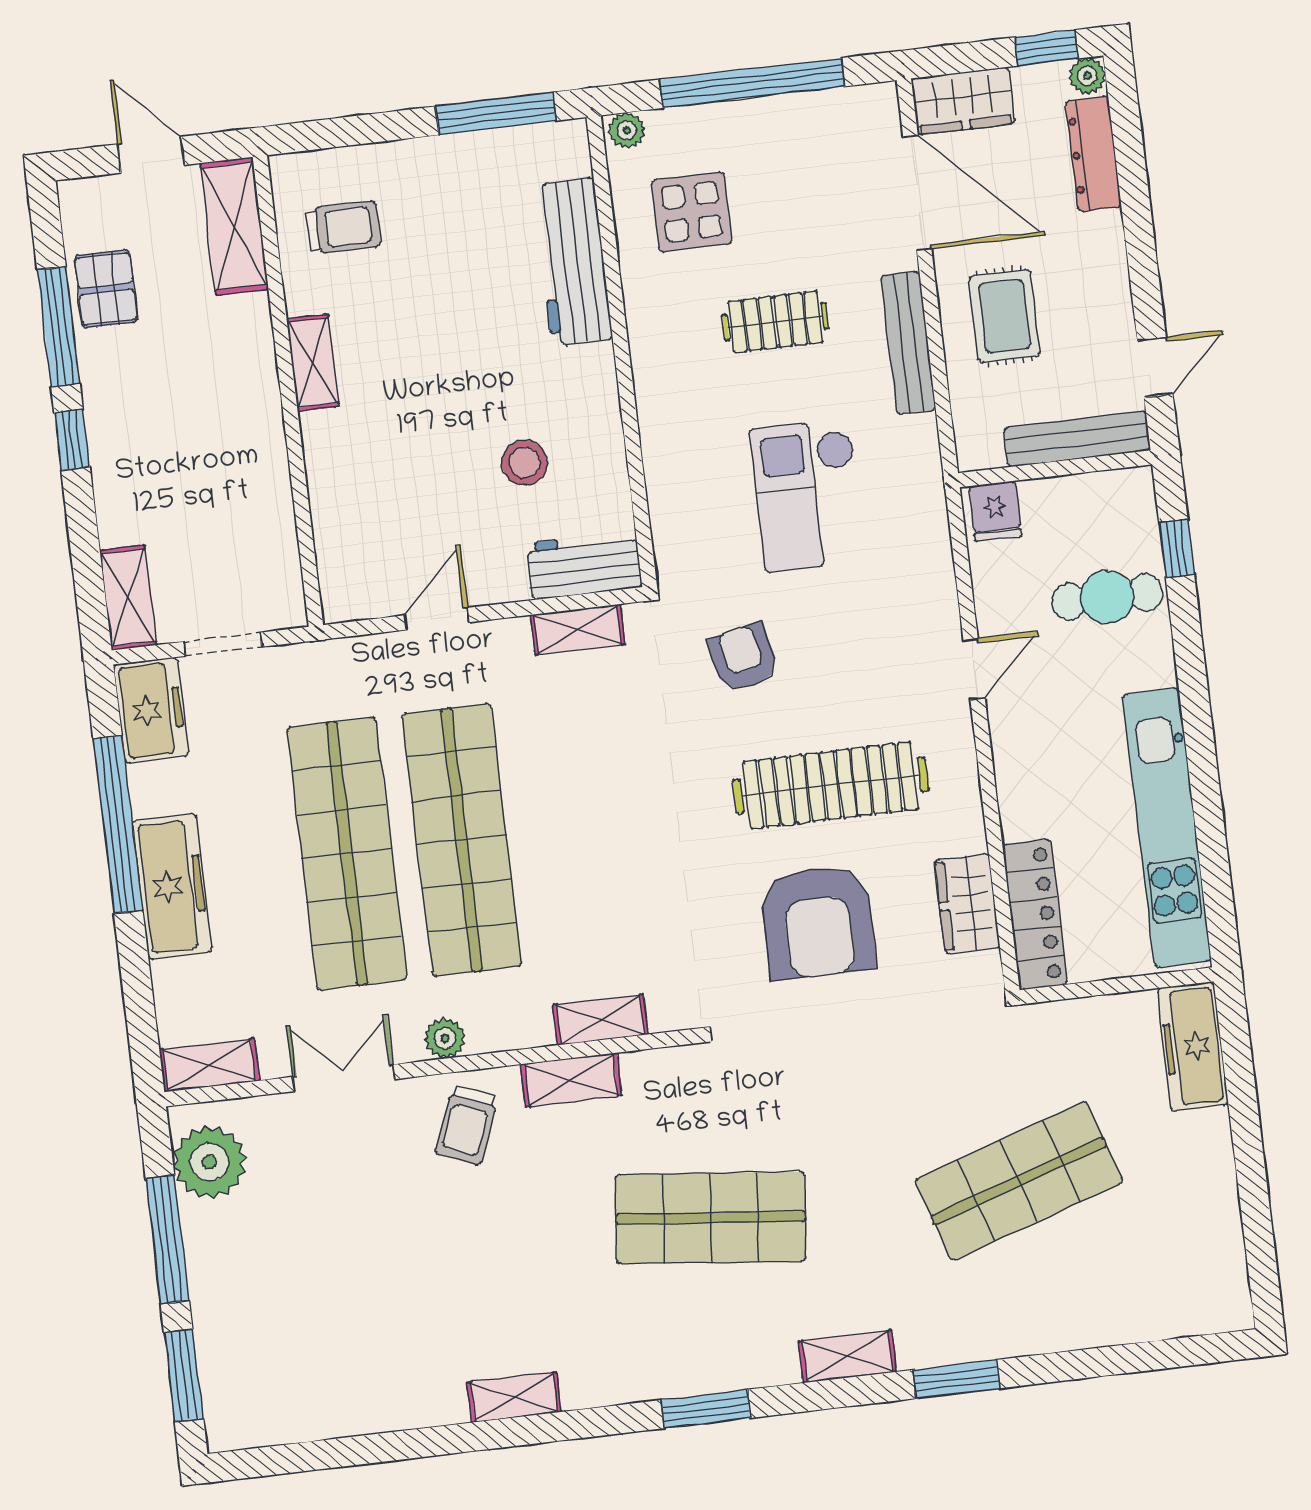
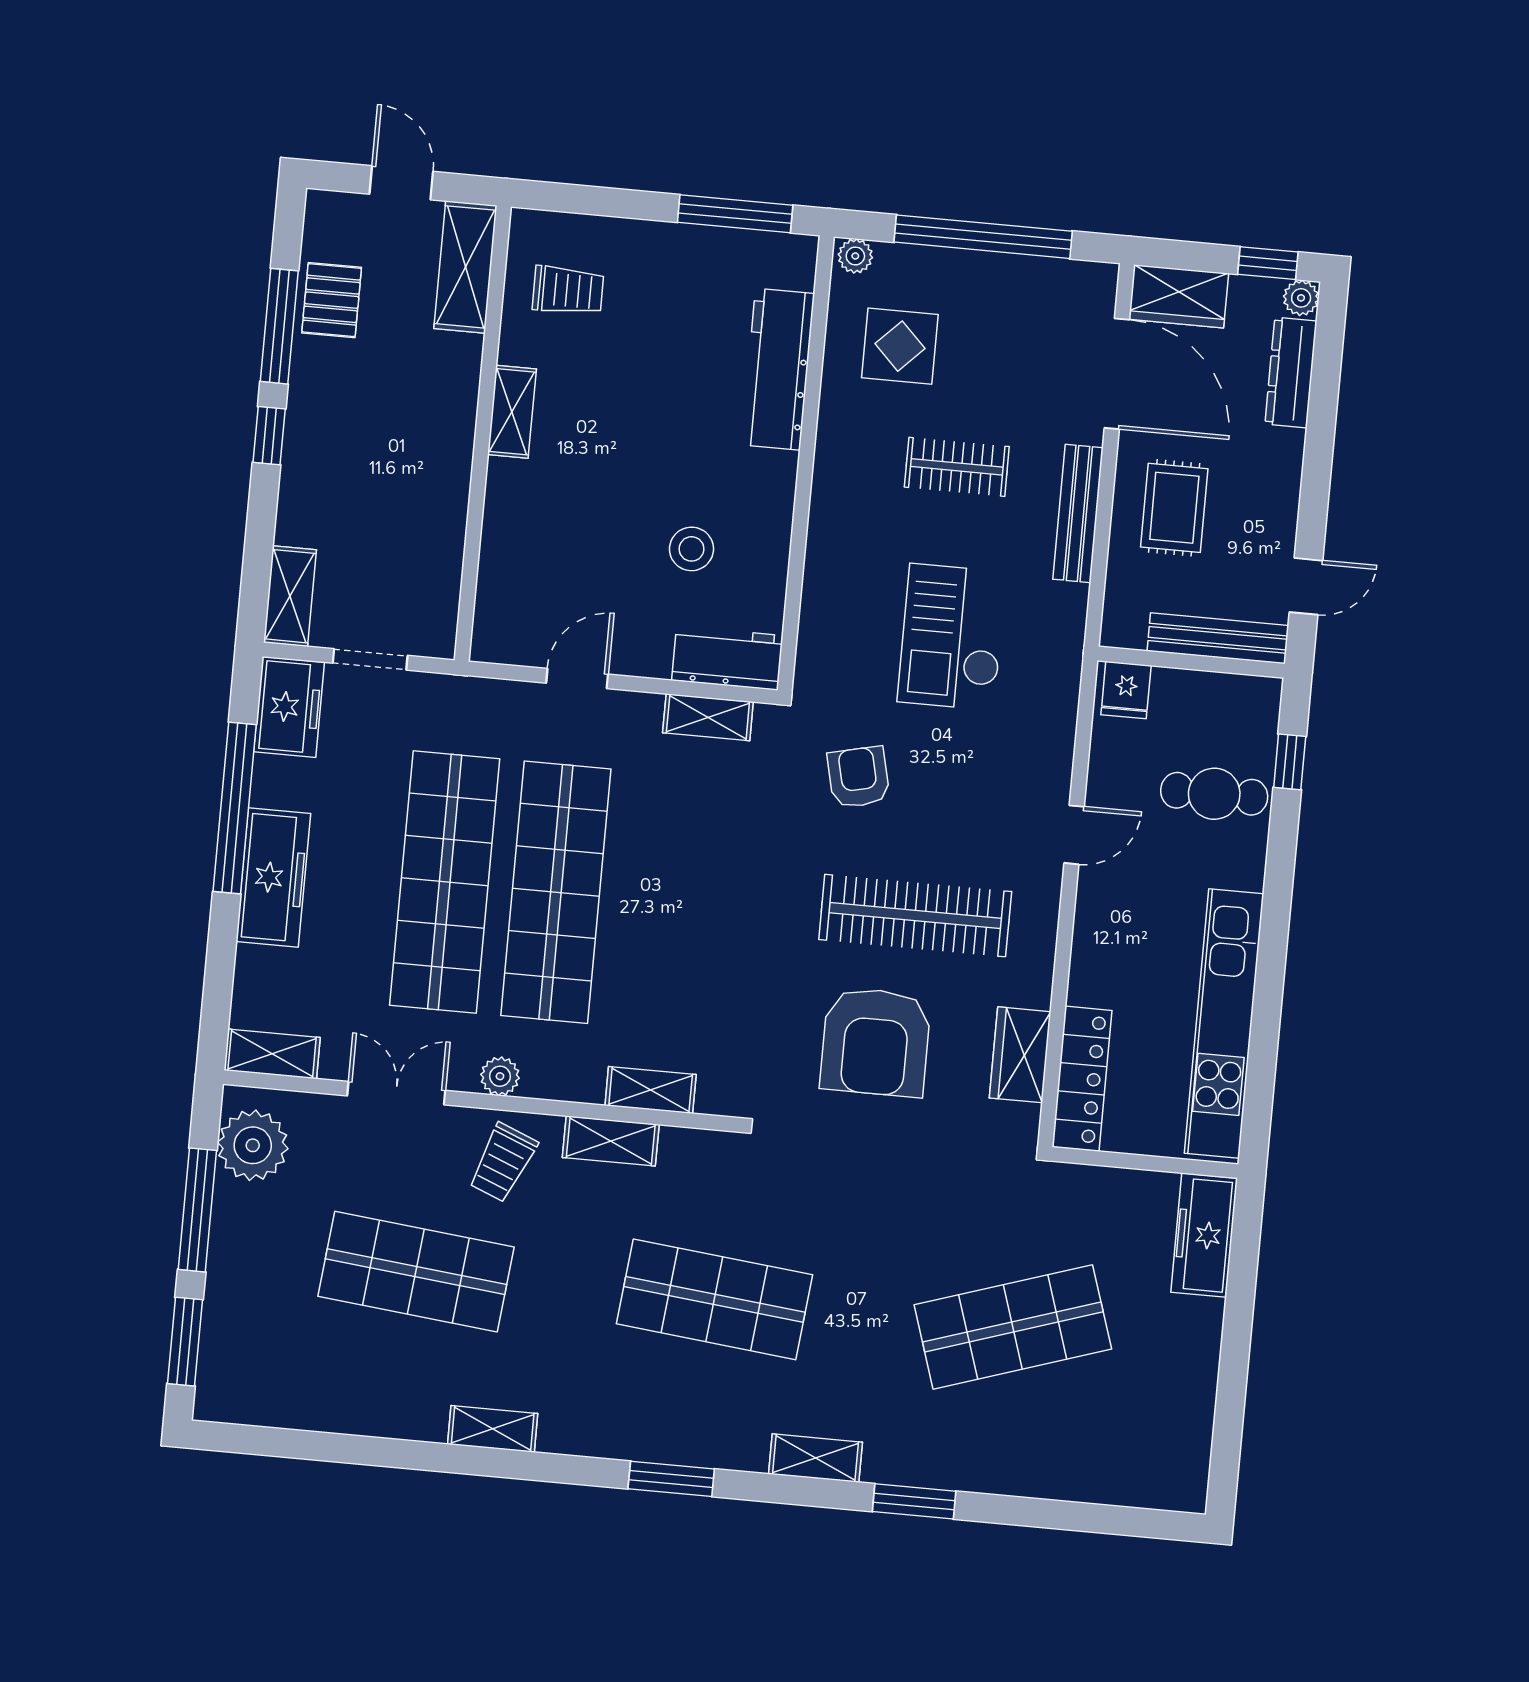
shop shelf: (402, 1254) -> (416, 1272), added

